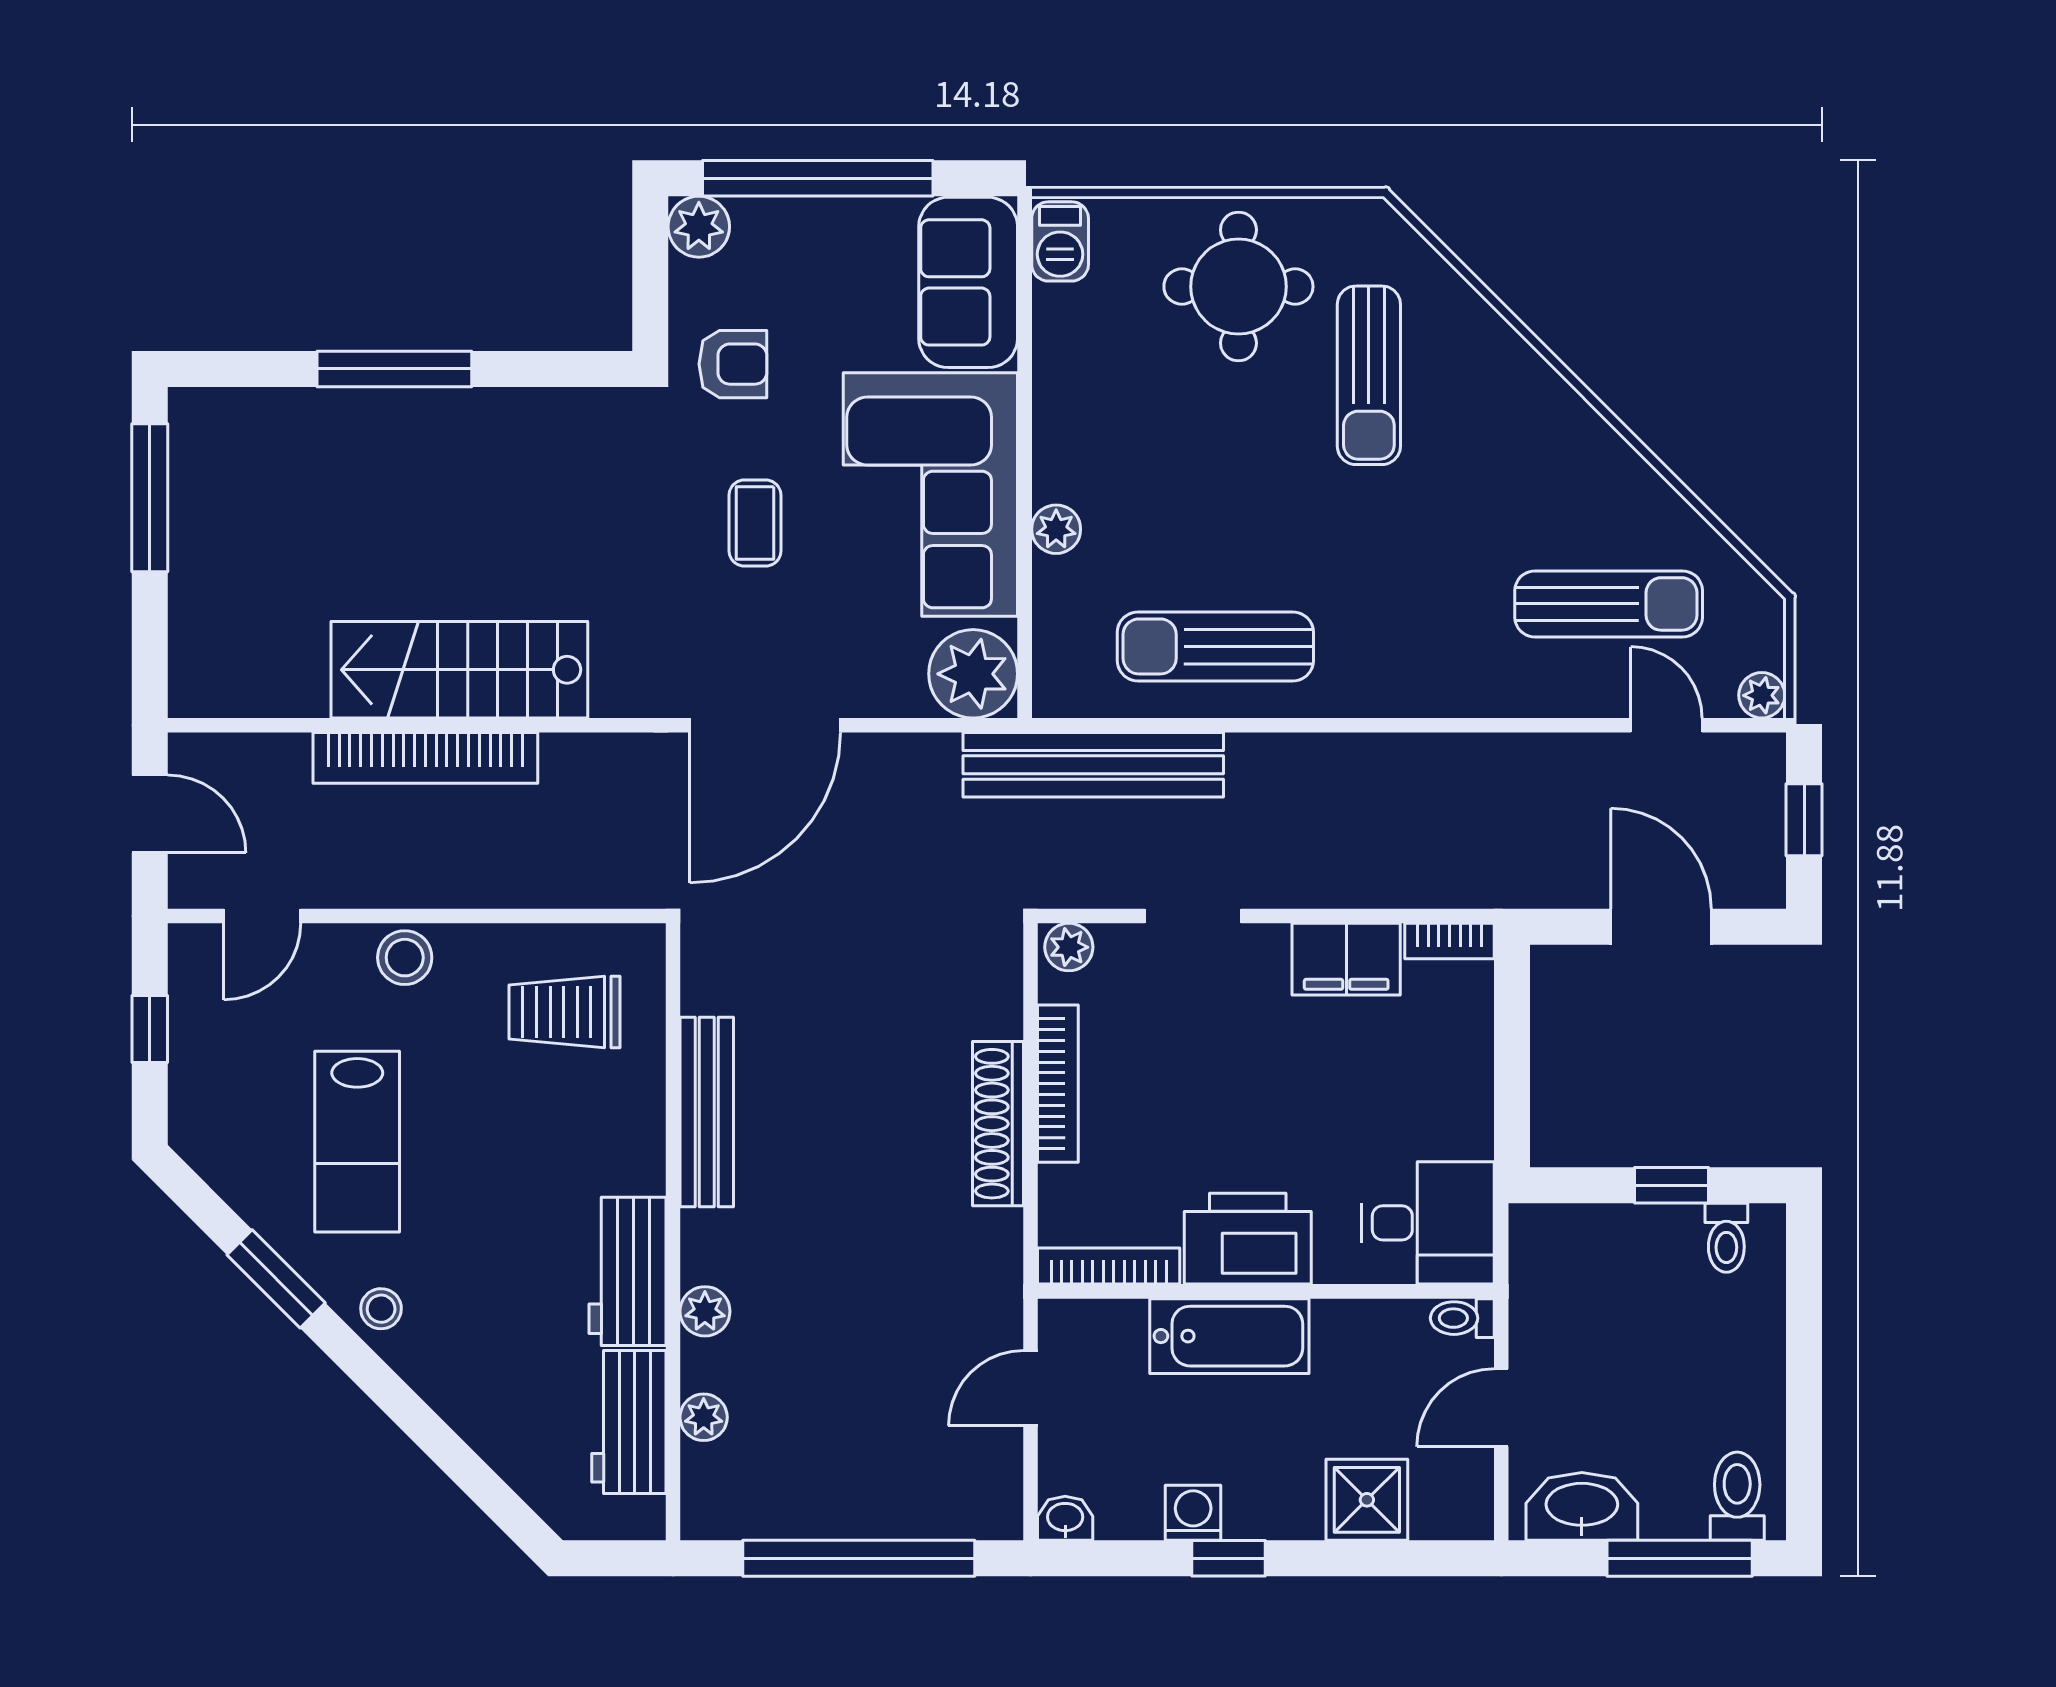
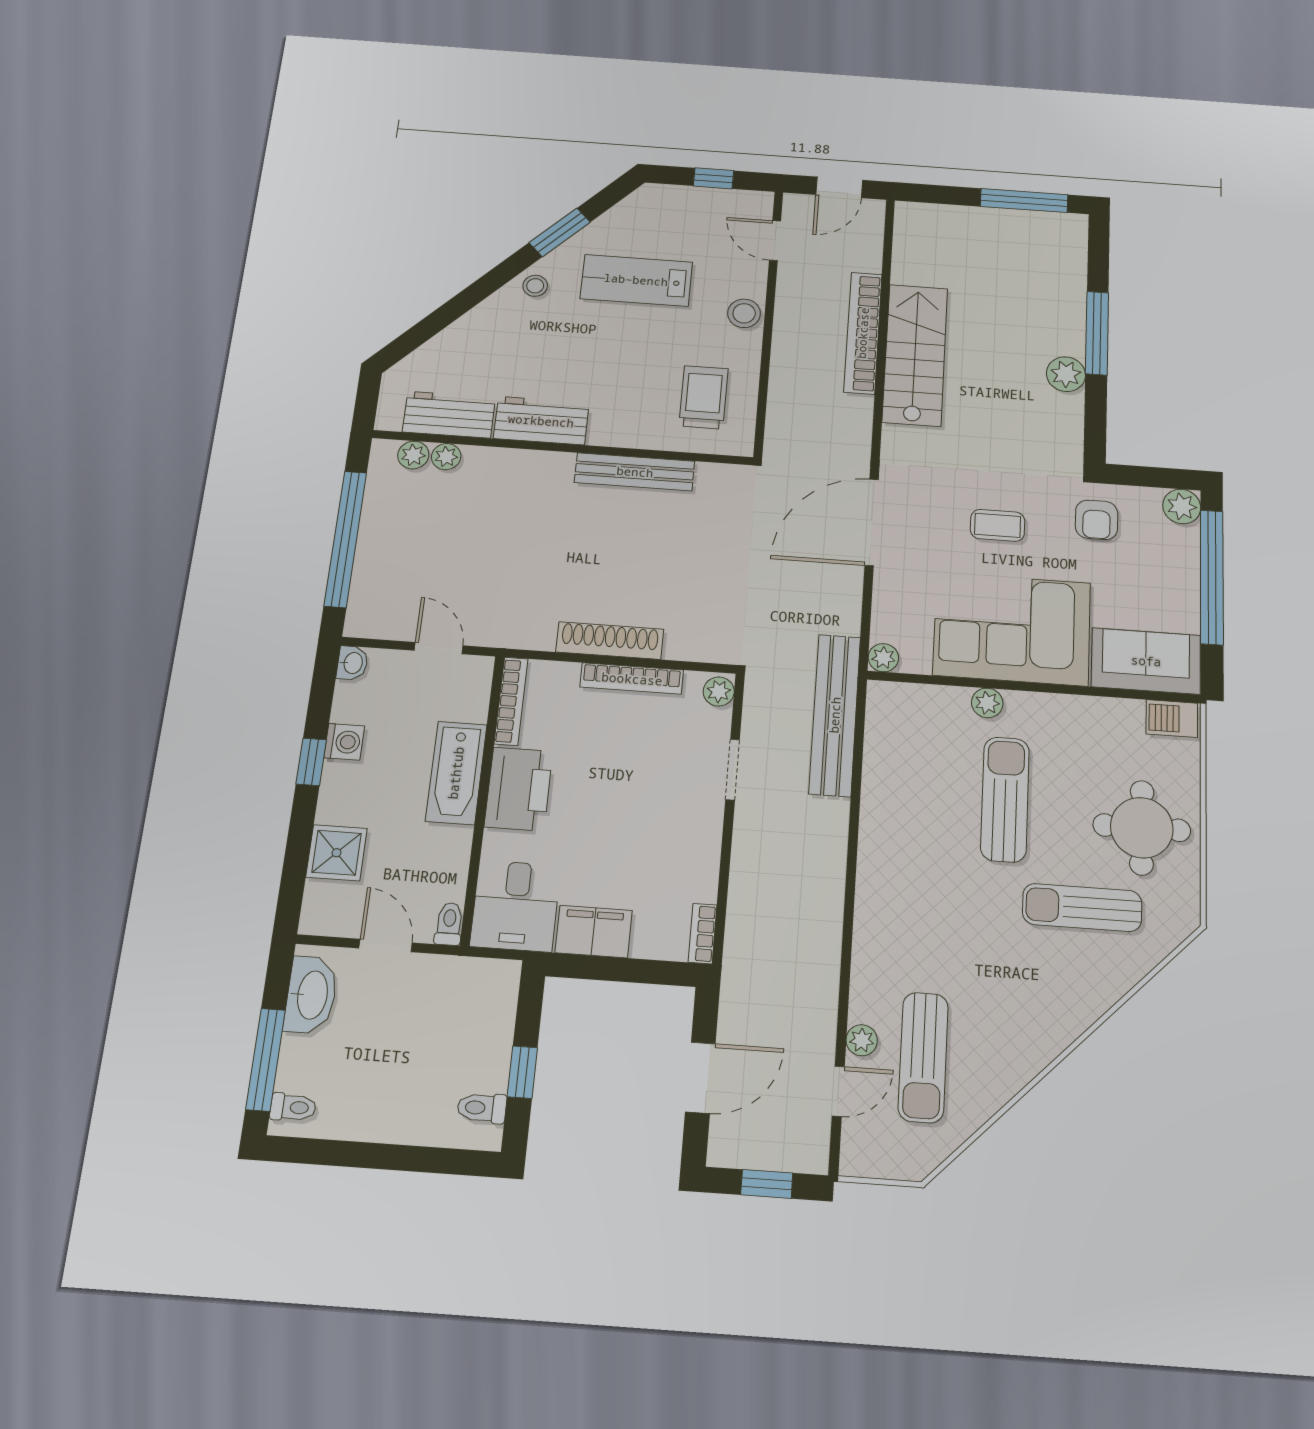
plant: (475, 419) -> (1066, 374), added
sun lounger: (1215, 646) -> (1005, 799), moved
plant: (973, 674) -> (883, 658), width x0.53, depth x0.53
plant: (1762, 695) -> (862, 1040), moved
door: (765, 725) -> (872, 522), hinge flipped
filing cabinet: (1346, 959) -> (594, 931), moved, turned 90
plant: (705, 1311) -> (413, 455), moved
toilet: (1737, 1496) -> (293, 1107), width x0.73, depth x0.72

